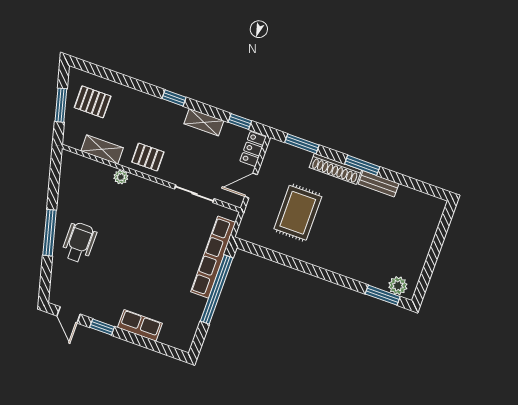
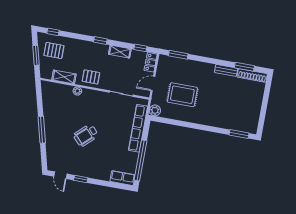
window: (96, 70) -> (53, 32), added
window: (362, 165) -> (244, 67), moved
shoe rack: (335, 169) -> (252, 75), moved
rug: (298, 213) -> (182, 95), turned 90
wheelchair: (79, 242) -> (86, 135), moved, turned -133
plant: (398, 286) -> (155, 110), moved
window: (217, 289) -> (141, 160), moved
row of seats: (140, 325) -> (123, 178), moved

